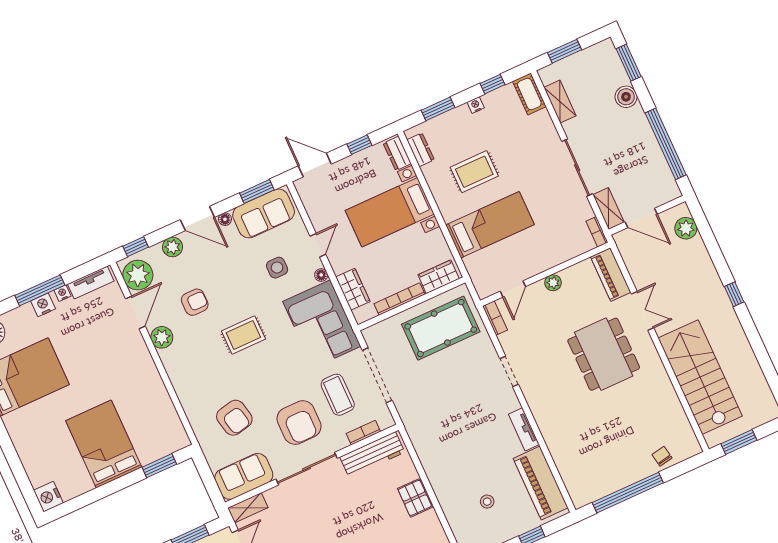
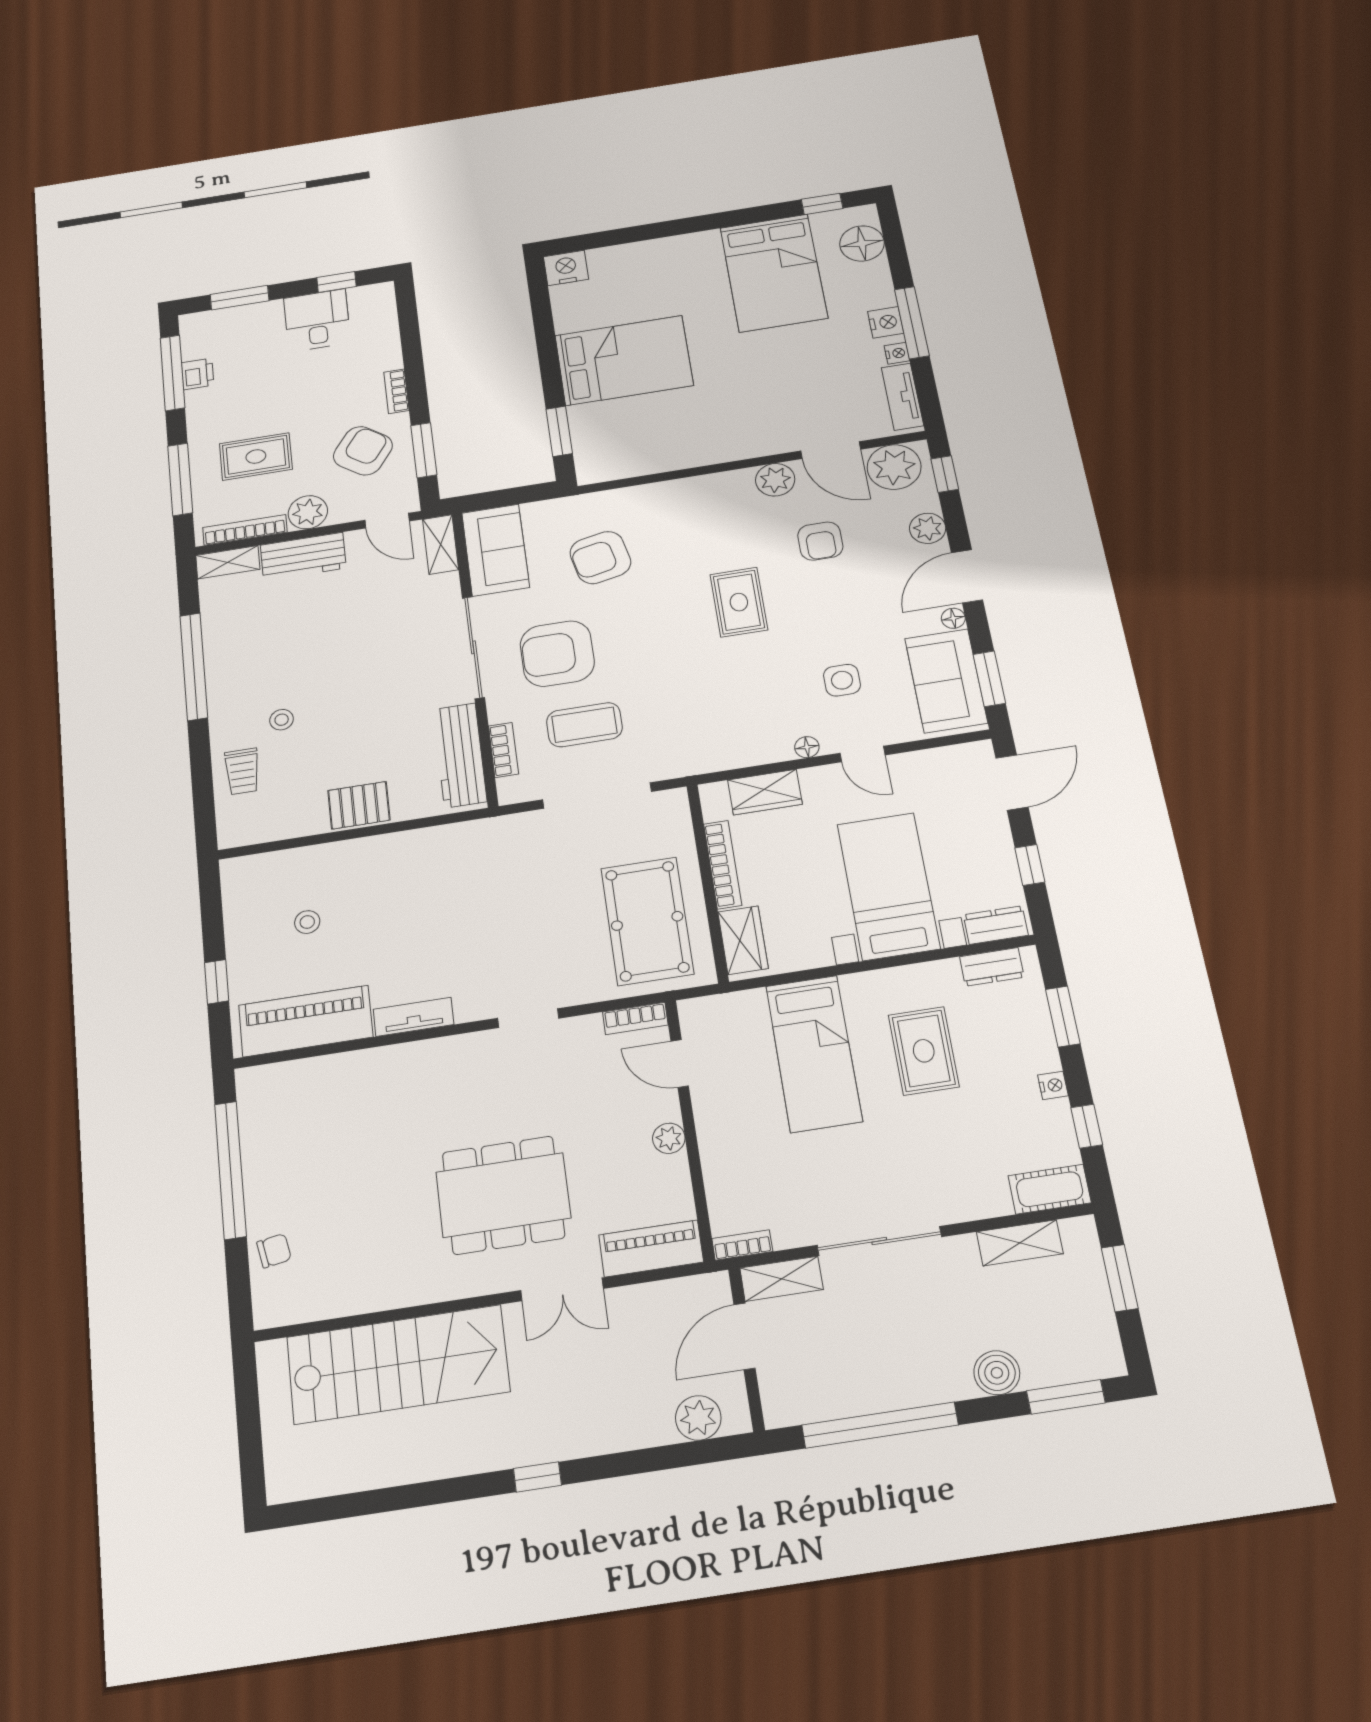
corner sofa: (322, 324) -> (719, 728), removed
window: (739, 442) -> (247, 1404), removed

